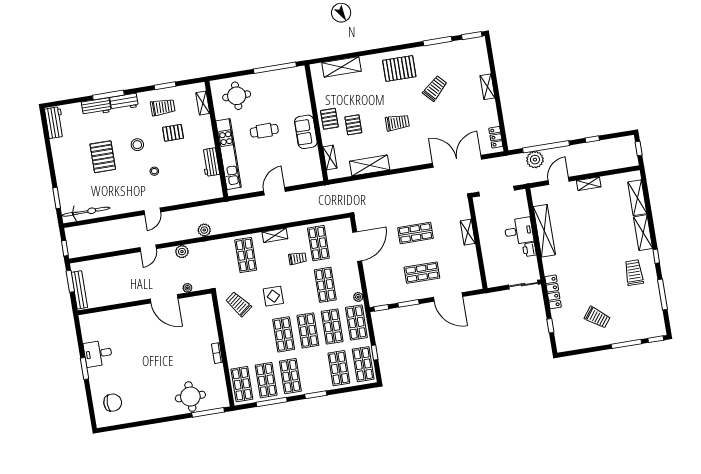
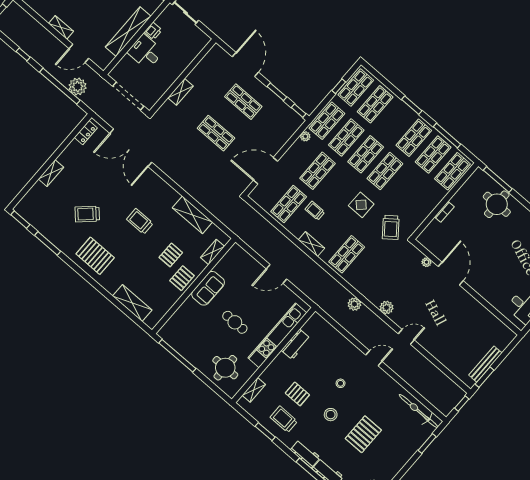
plant: (187, 288) -> (426, 262), moved
door: (164, 299) -> (451, 274), moved
wall: (144, 302) -> (466, 287), moved

